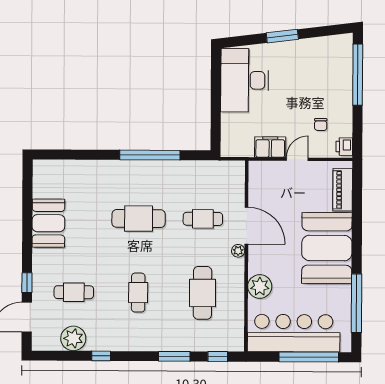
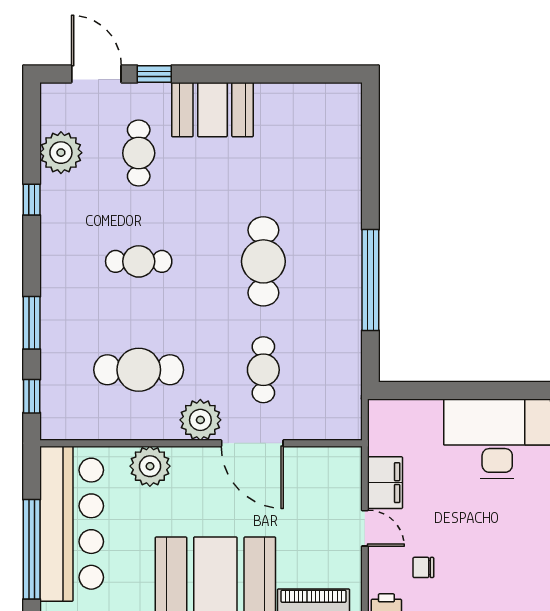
booth: (48, 223) -> (212, 110), moved
door: (246, 226) -> (252, 443), hinge flipped
plant: (238, 251) -> (200, 420), width x1.88, depth x1.88

